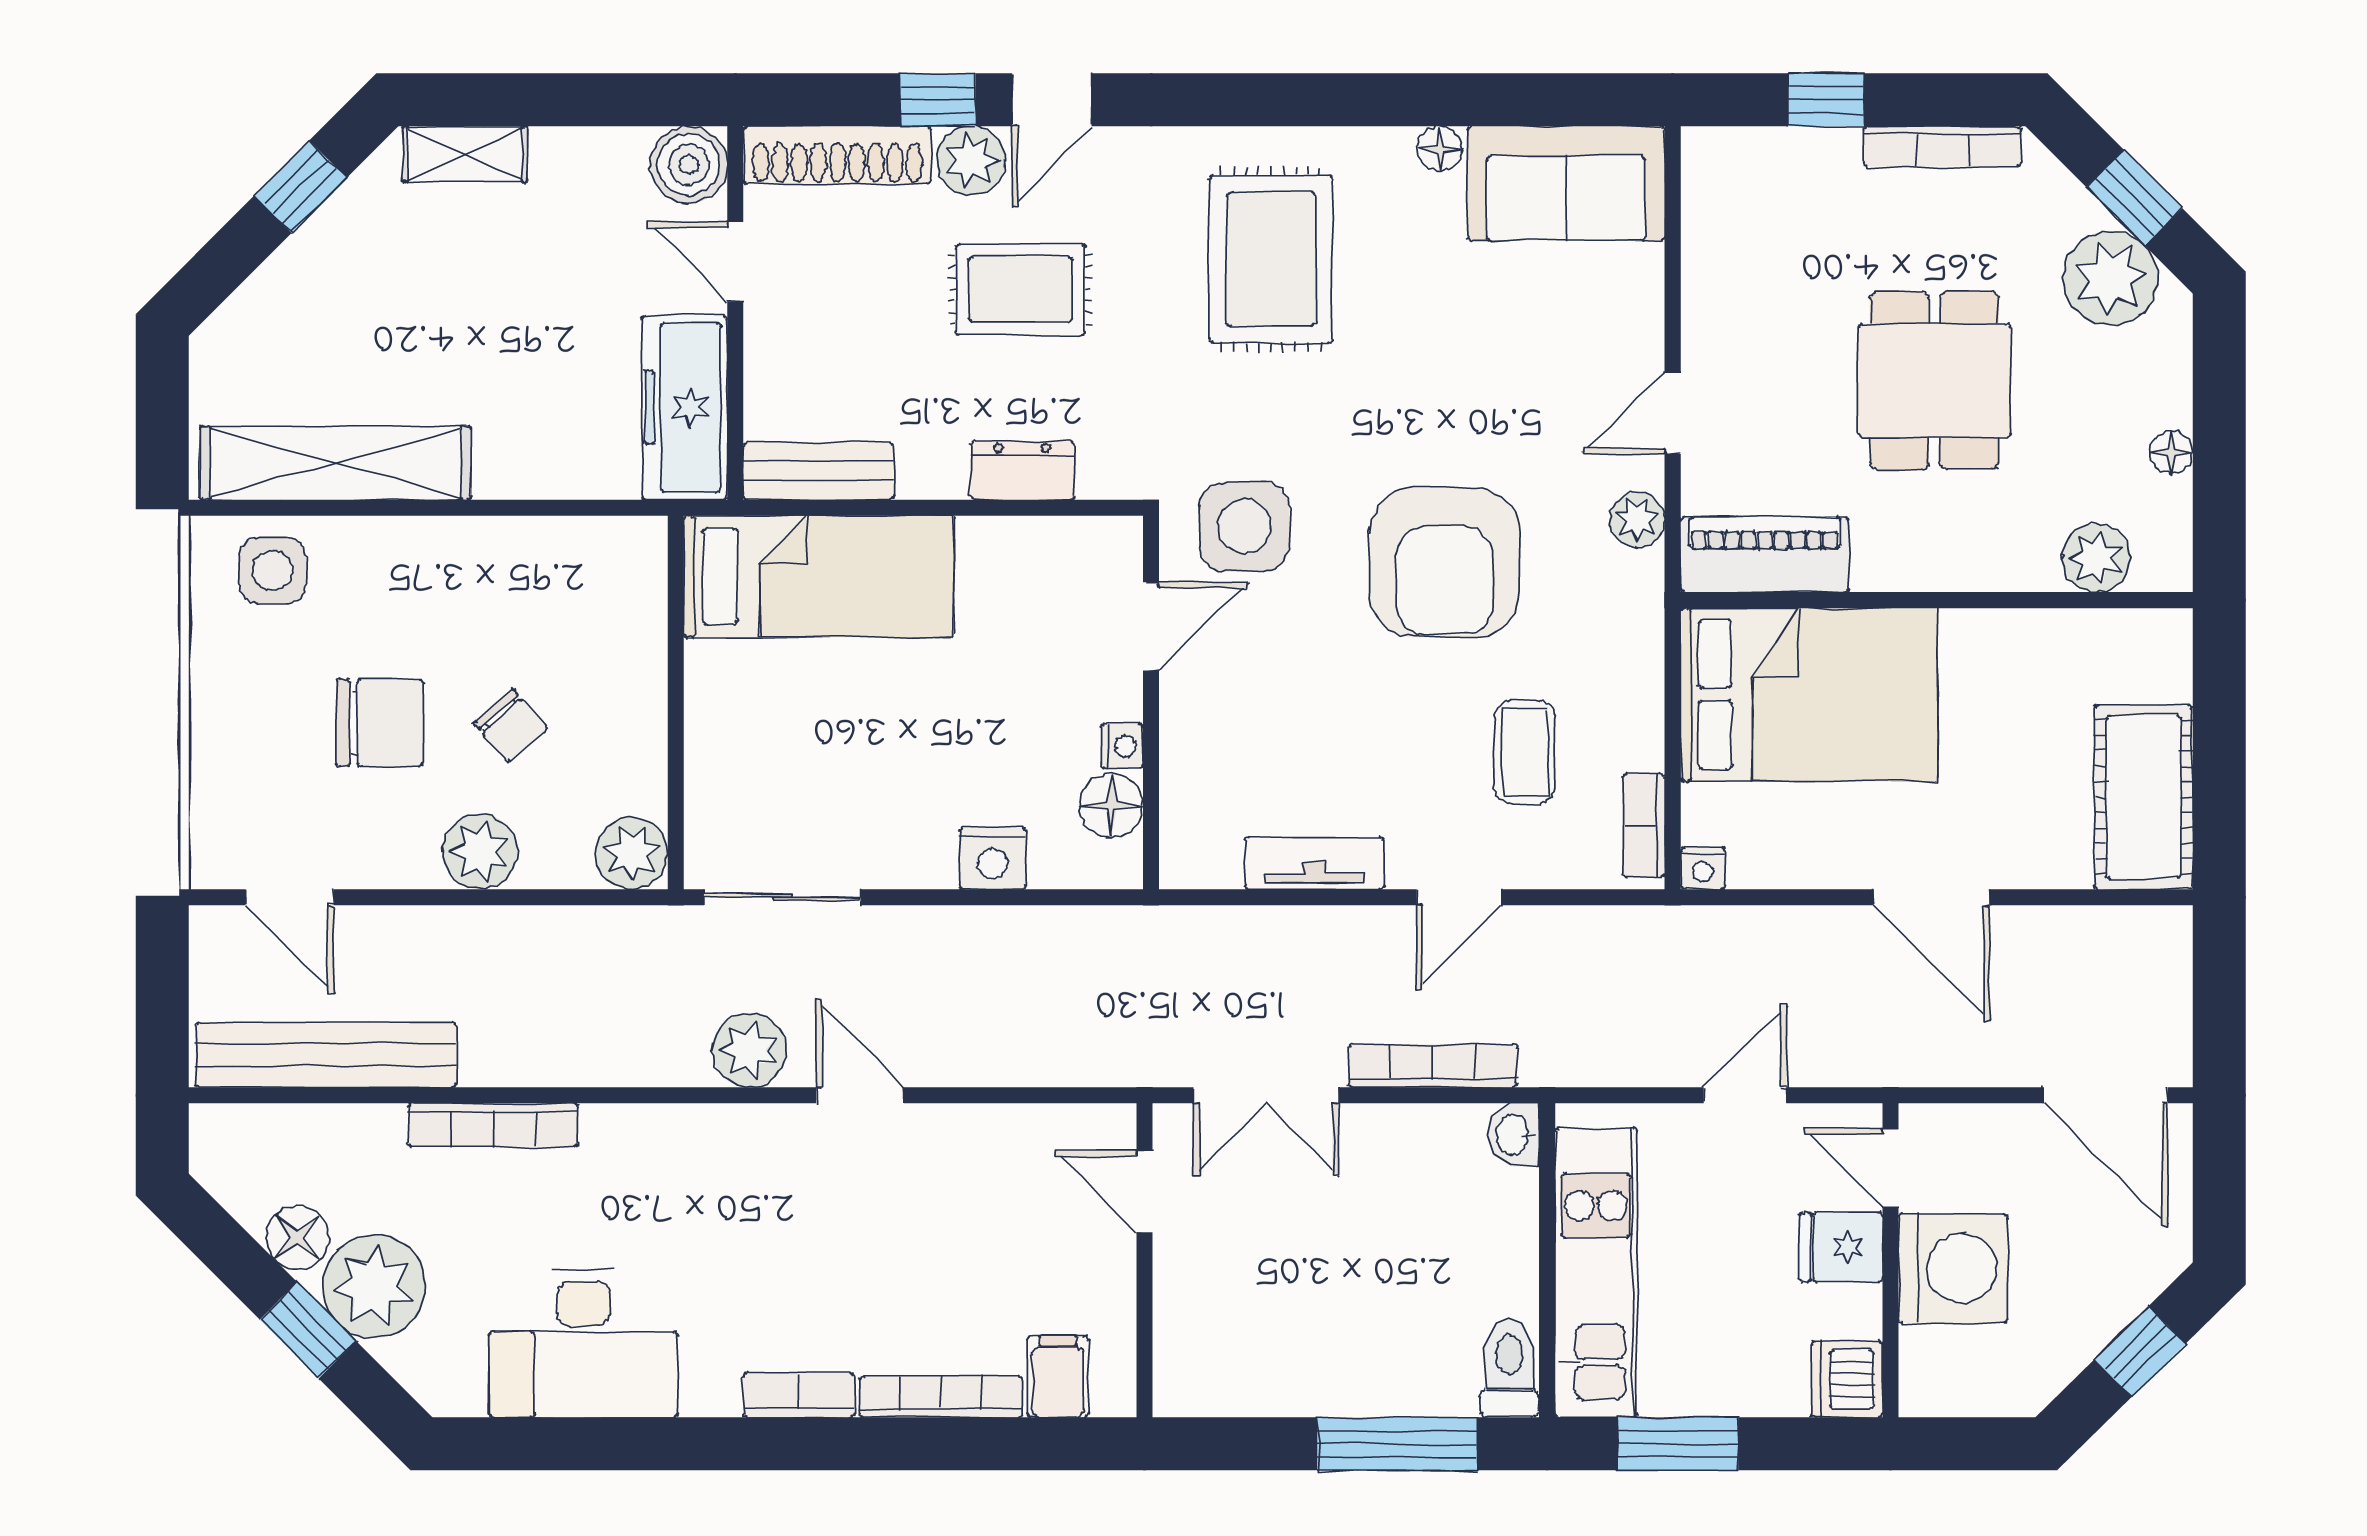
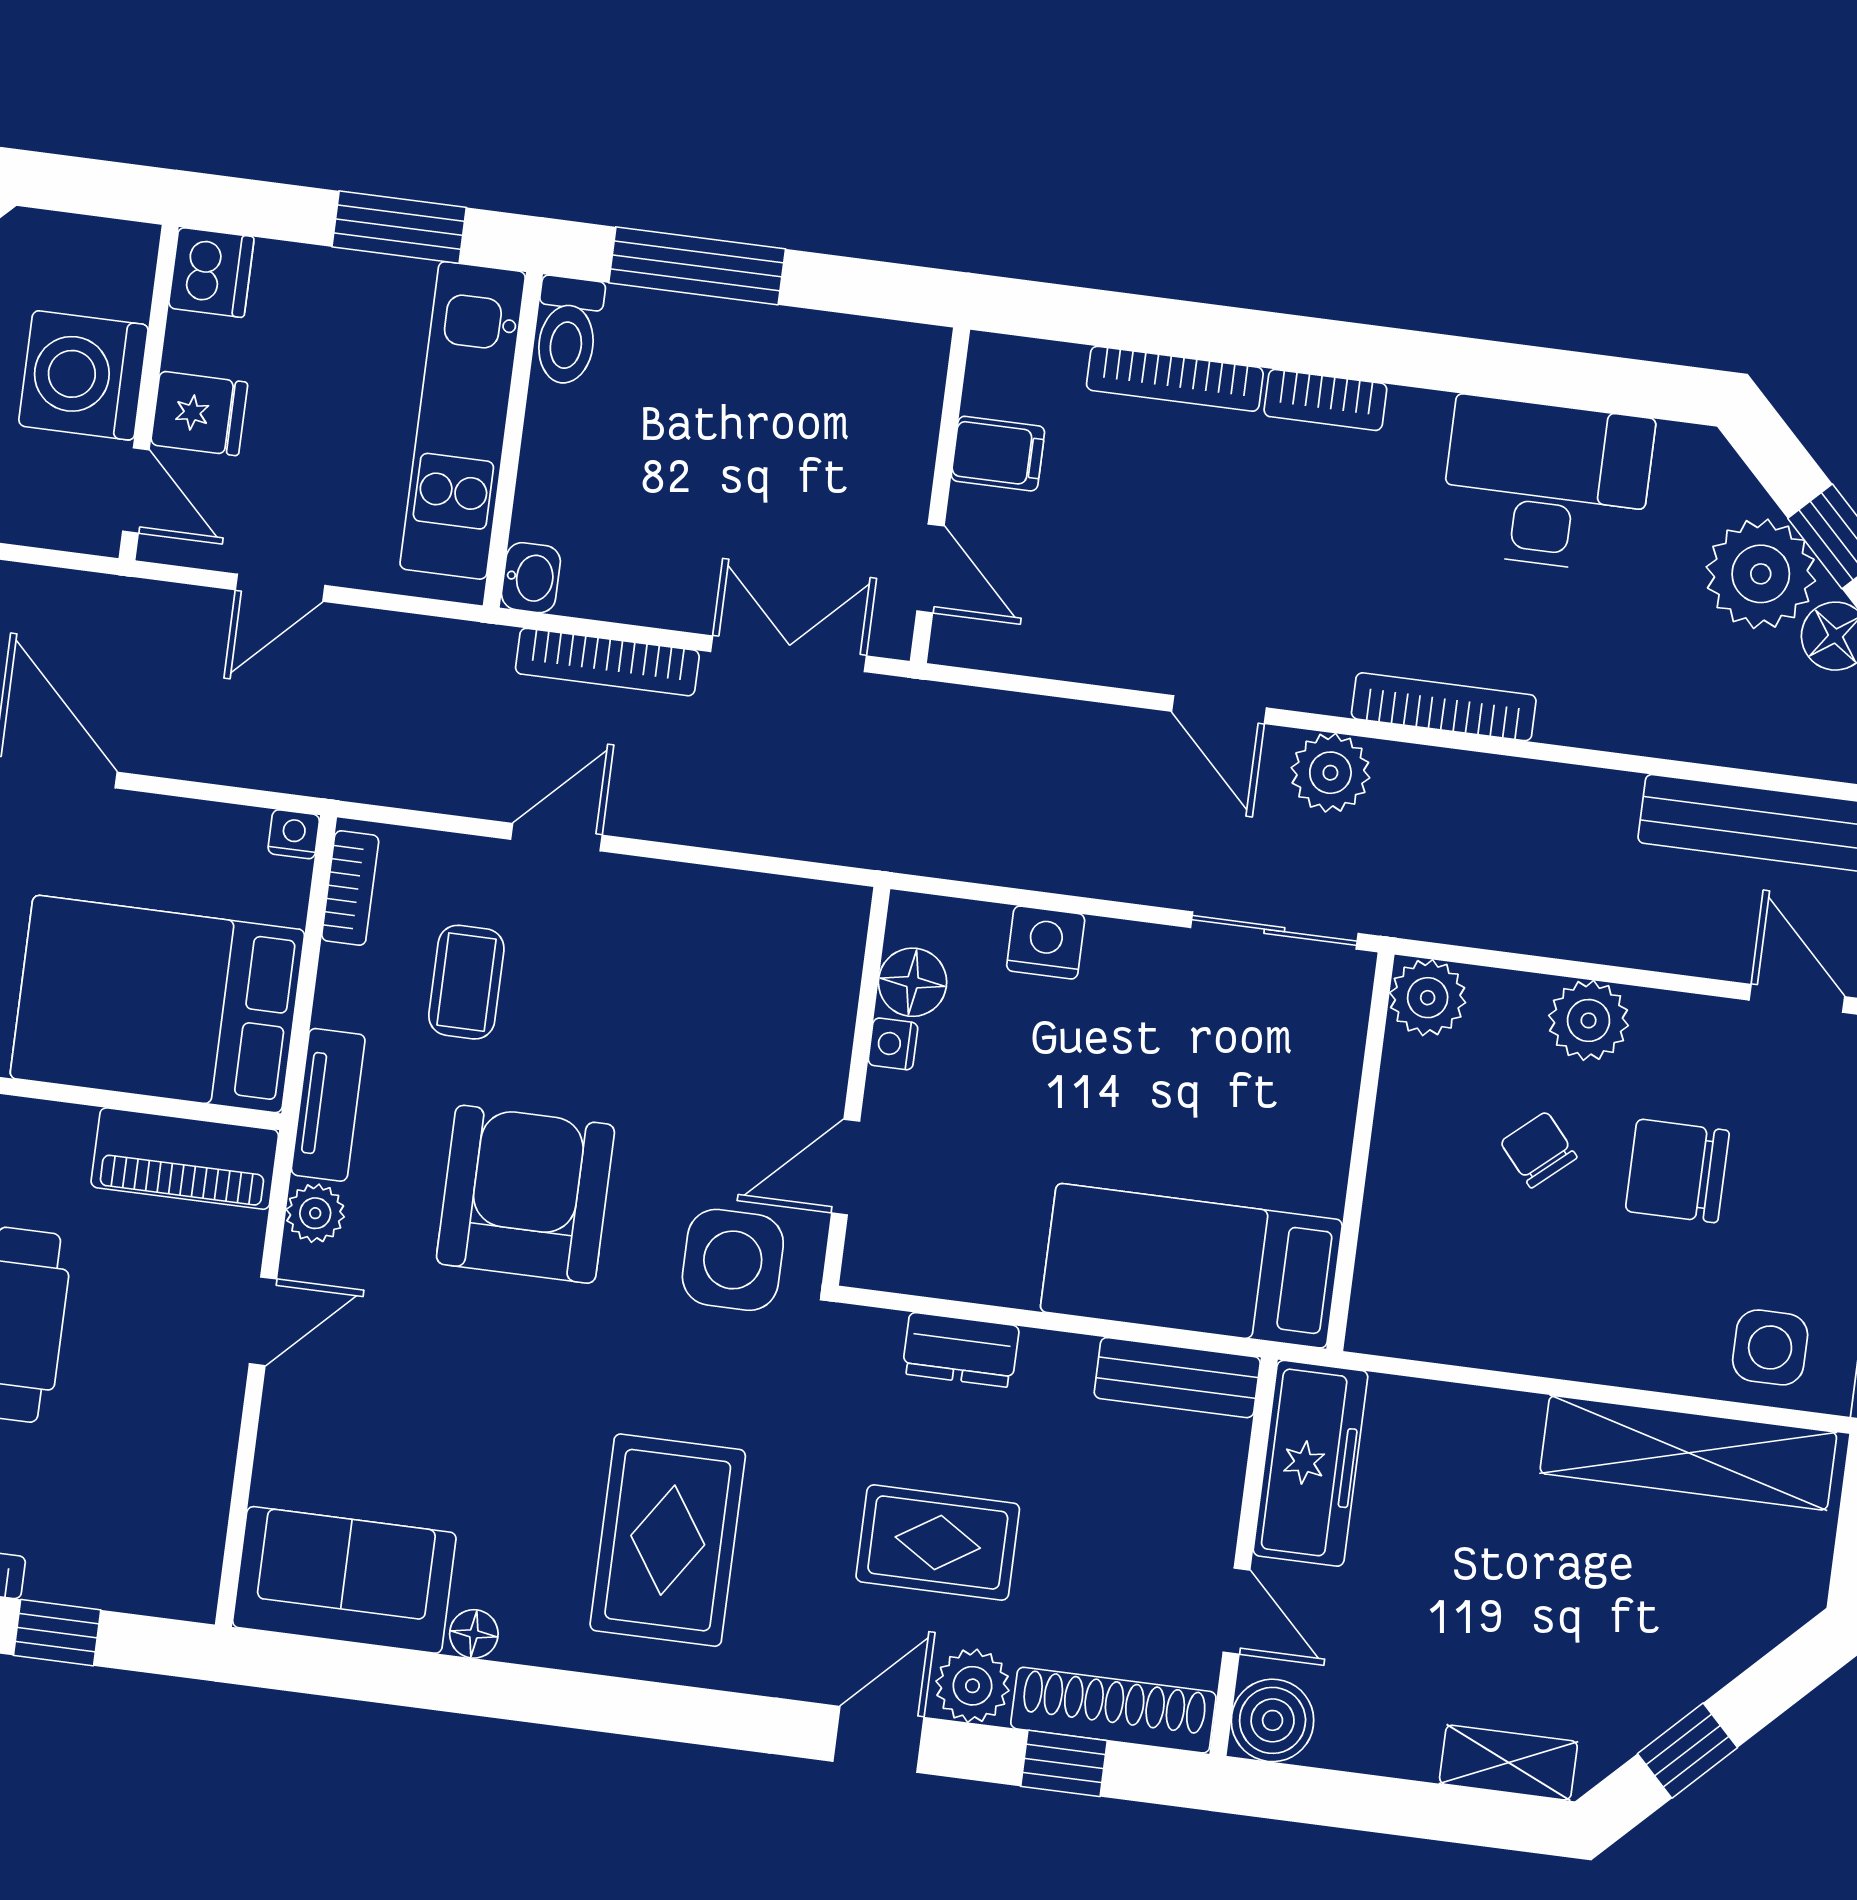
window: (938, 100) -> (1064, 1763), moved
tv unit: (1314, 863) -> (328, 1105), moved, turned -90
bookcase: (493, 1125) -> (1444, 707), moved
filing cabinet: (1058, 1377) -> (998, 454), moved, turned -90

